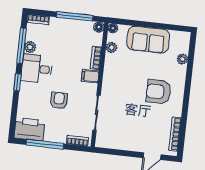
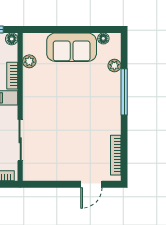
floor lamp: (113, 28) -> (103, 38), moved
window: (188, 82) -> (124, 92), added
armchair: (159, 92) -> (91, 107), removed

